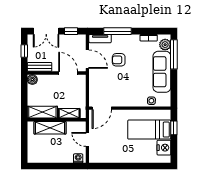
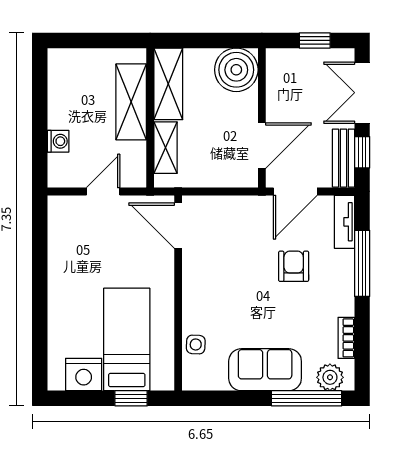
bench: (40, 67) -> (343, 158), moved
sofa: (162, 72) -> (265, 370), width x0.73
boiler: (32, 80) -> (236, 70), width x1.86, depth x1.86
washing machine: (78, 158) -> (58, 141), moved

